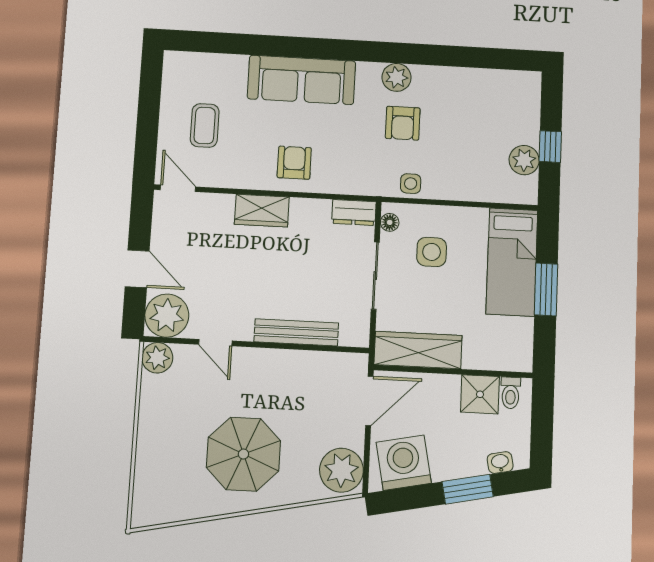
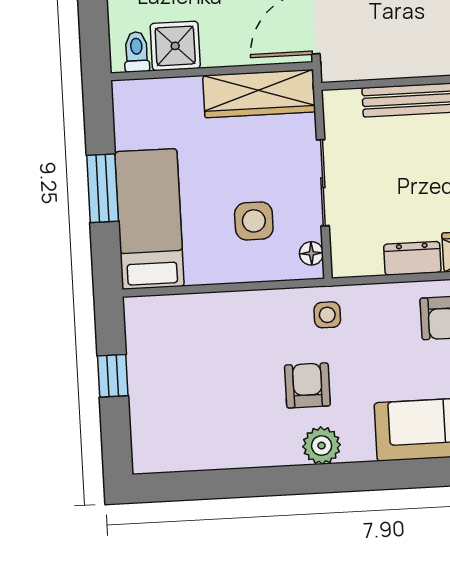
plant: (524, 160) -> (145, 354), removed
side table: (411, 184) -> (327, 315), moved
dresser: (354, 213) -> (412, 258), moved

